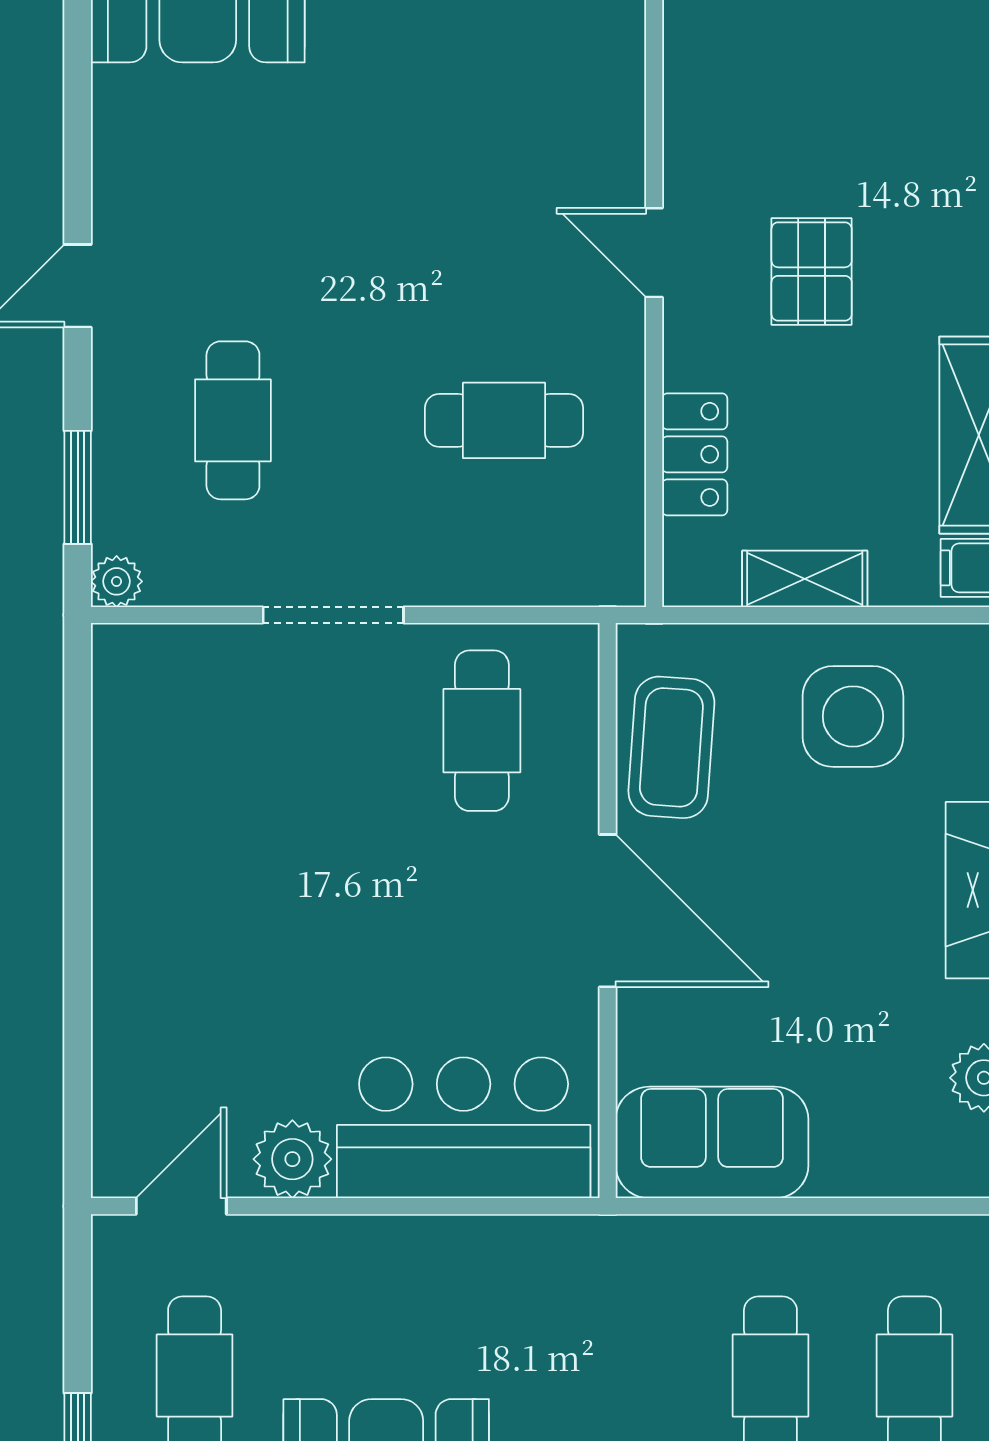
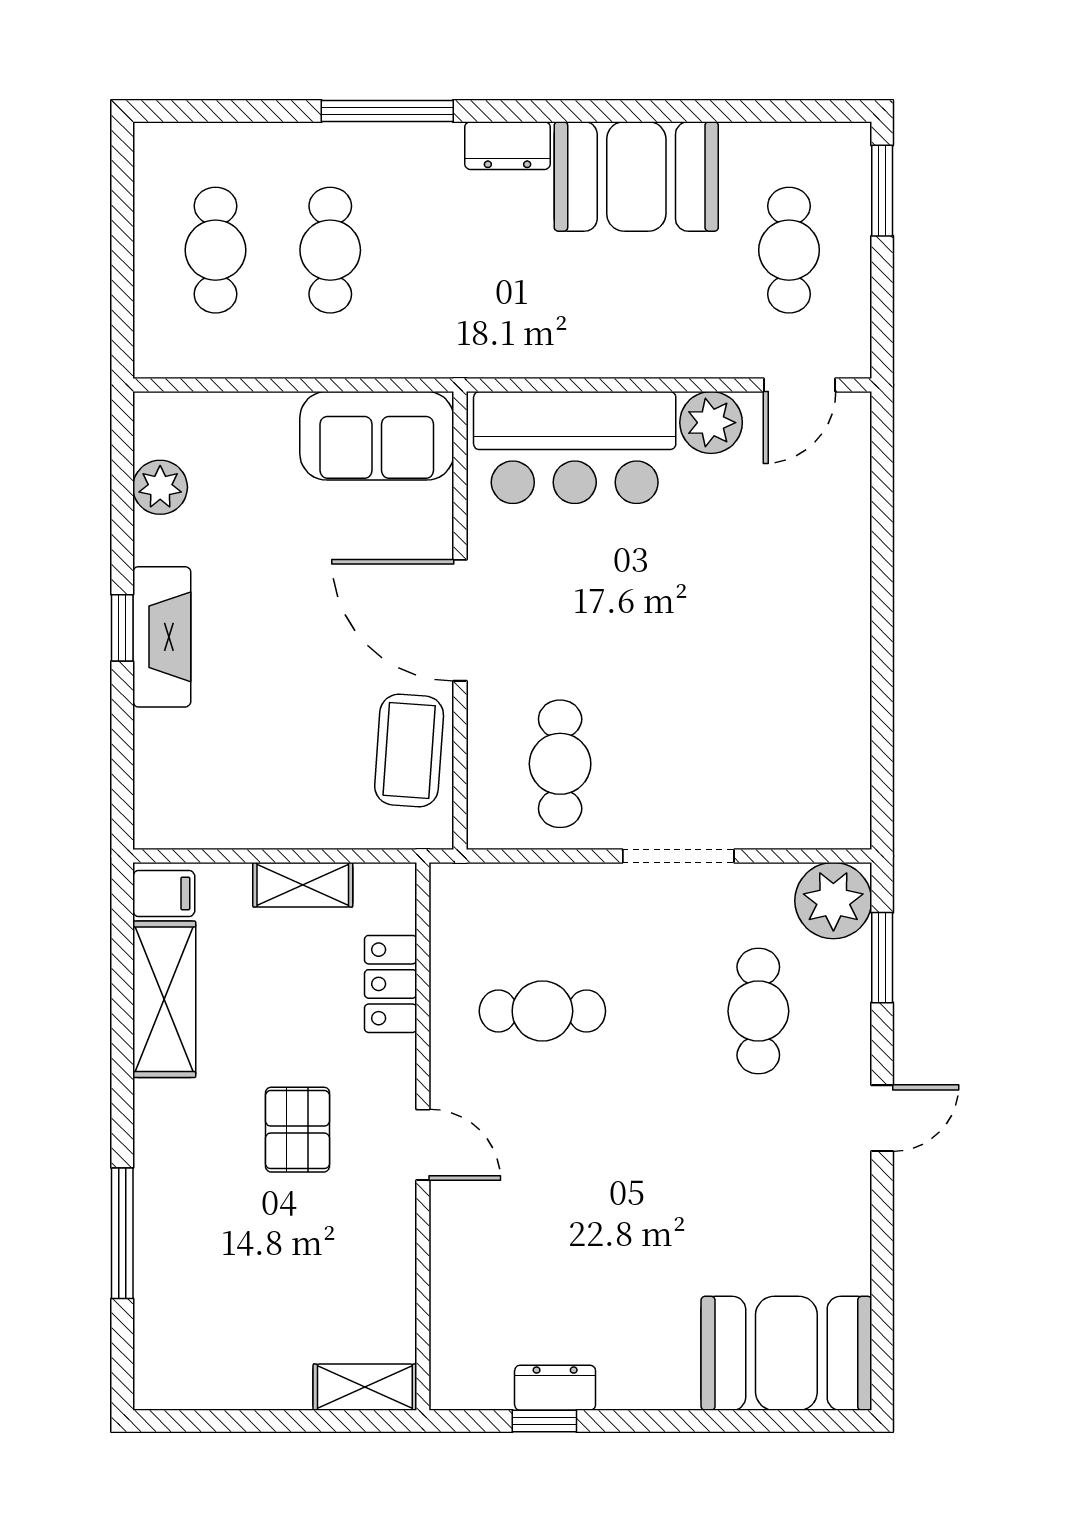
plant: (117, 581) -> (833, 901), width x1.87, depth x1.87
side table: (853, 716) -> (264, 775), removed

